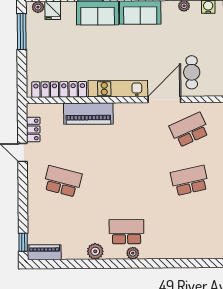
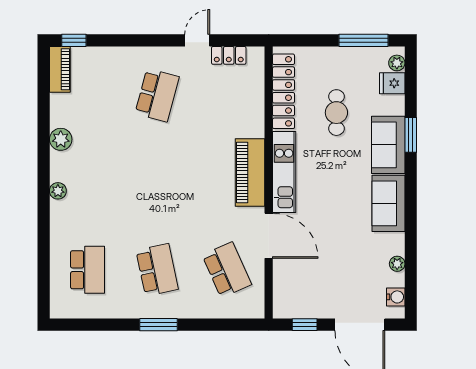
cafe table: (192, 72) -> (336, 113), moved, turned 90
piano: (88, 114) -> (250, 173), moved
school desk: (126, 232) -> (87, 270), moved

